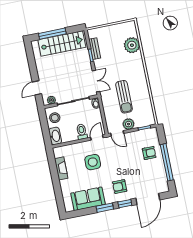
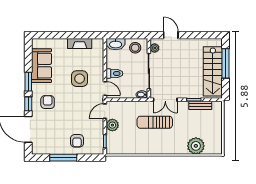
sun lounger: (124, 97) -> (155, 122), moved
window: (167, 162) -> (63, 158), width x0.68

